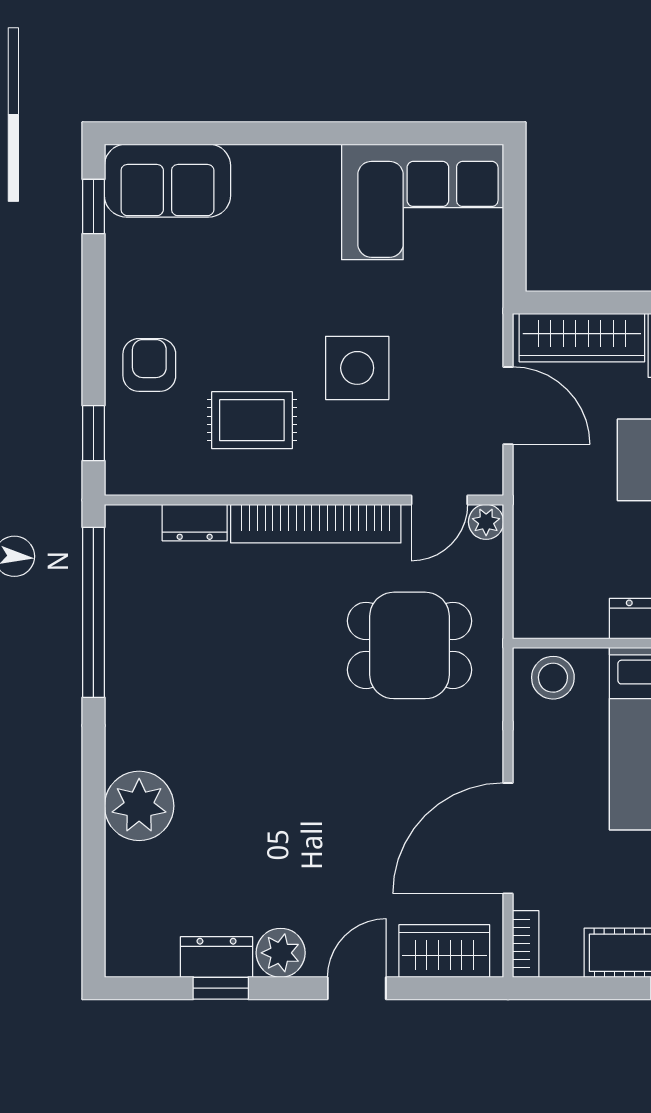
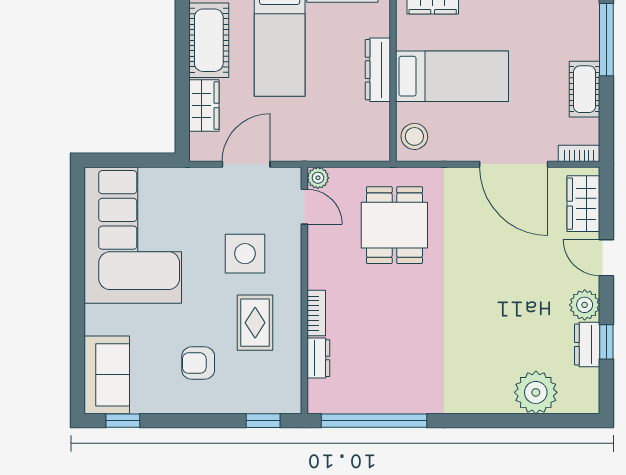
corner sofa: (423, 202) -> (133, 235), width x1.36, depth x1.36
wardrobe: (582, 338) -> (204, 106), width x0.67
armchair: (149, 365) -> (198, 363), moved
side table: (357, 368) -> (245, 254), moved
bookcase: (316, 524) -> (316, 313), width x0.43, depth x0.76
plant: (139, 806) -> (536, 392), moved

